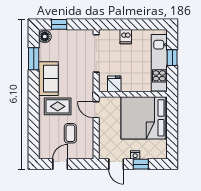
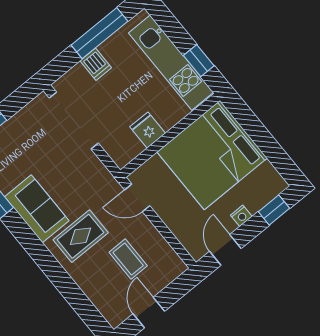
window: (139, 24) -> (100, 33), added
window: (172, 58) -> (199, 61), moved
fridge: (114, 84) -> (148, 130), moved
door: (116, 164) -> (225, 250), swing flipped
window: (141, 164) -> (274, 210), moved

